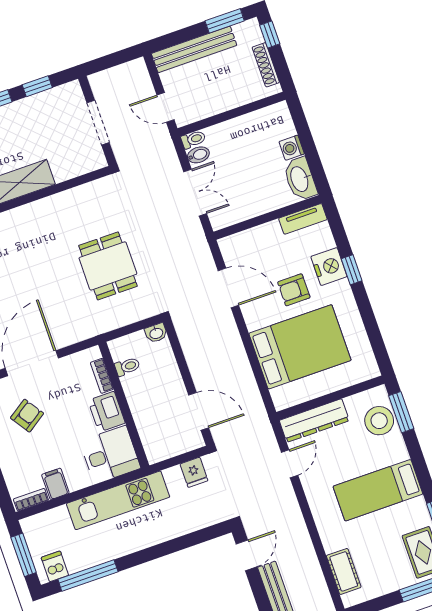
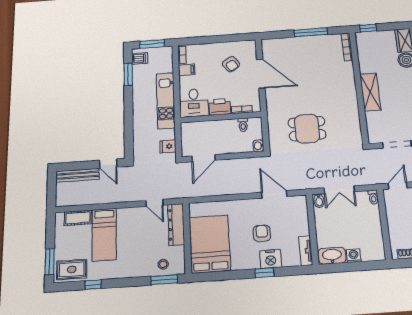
bidet: (198, 155) -> (319, 201), moved
door: (228, 288) -> (274, 194), swing flipped
bed: (300, 347) -> (210, 244), moved, turned 180
stool: (379, 421) -> (163, 264), width x0.53, depth x0.53
bed: (378, 490) -> (104, 235), moved, turned 180
window: (88, 575) -> (128, 74), width x0.69

